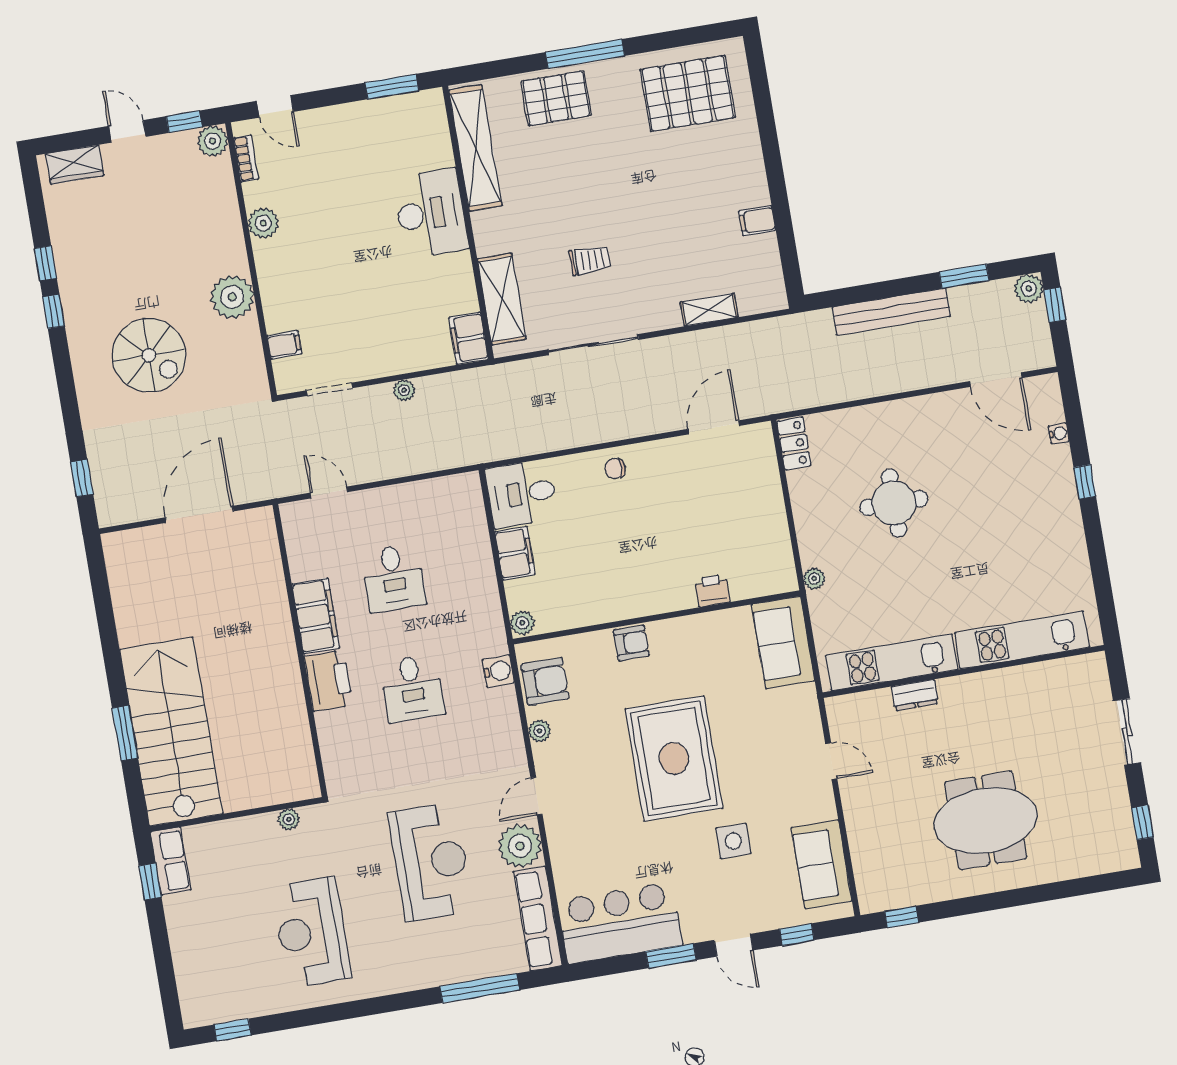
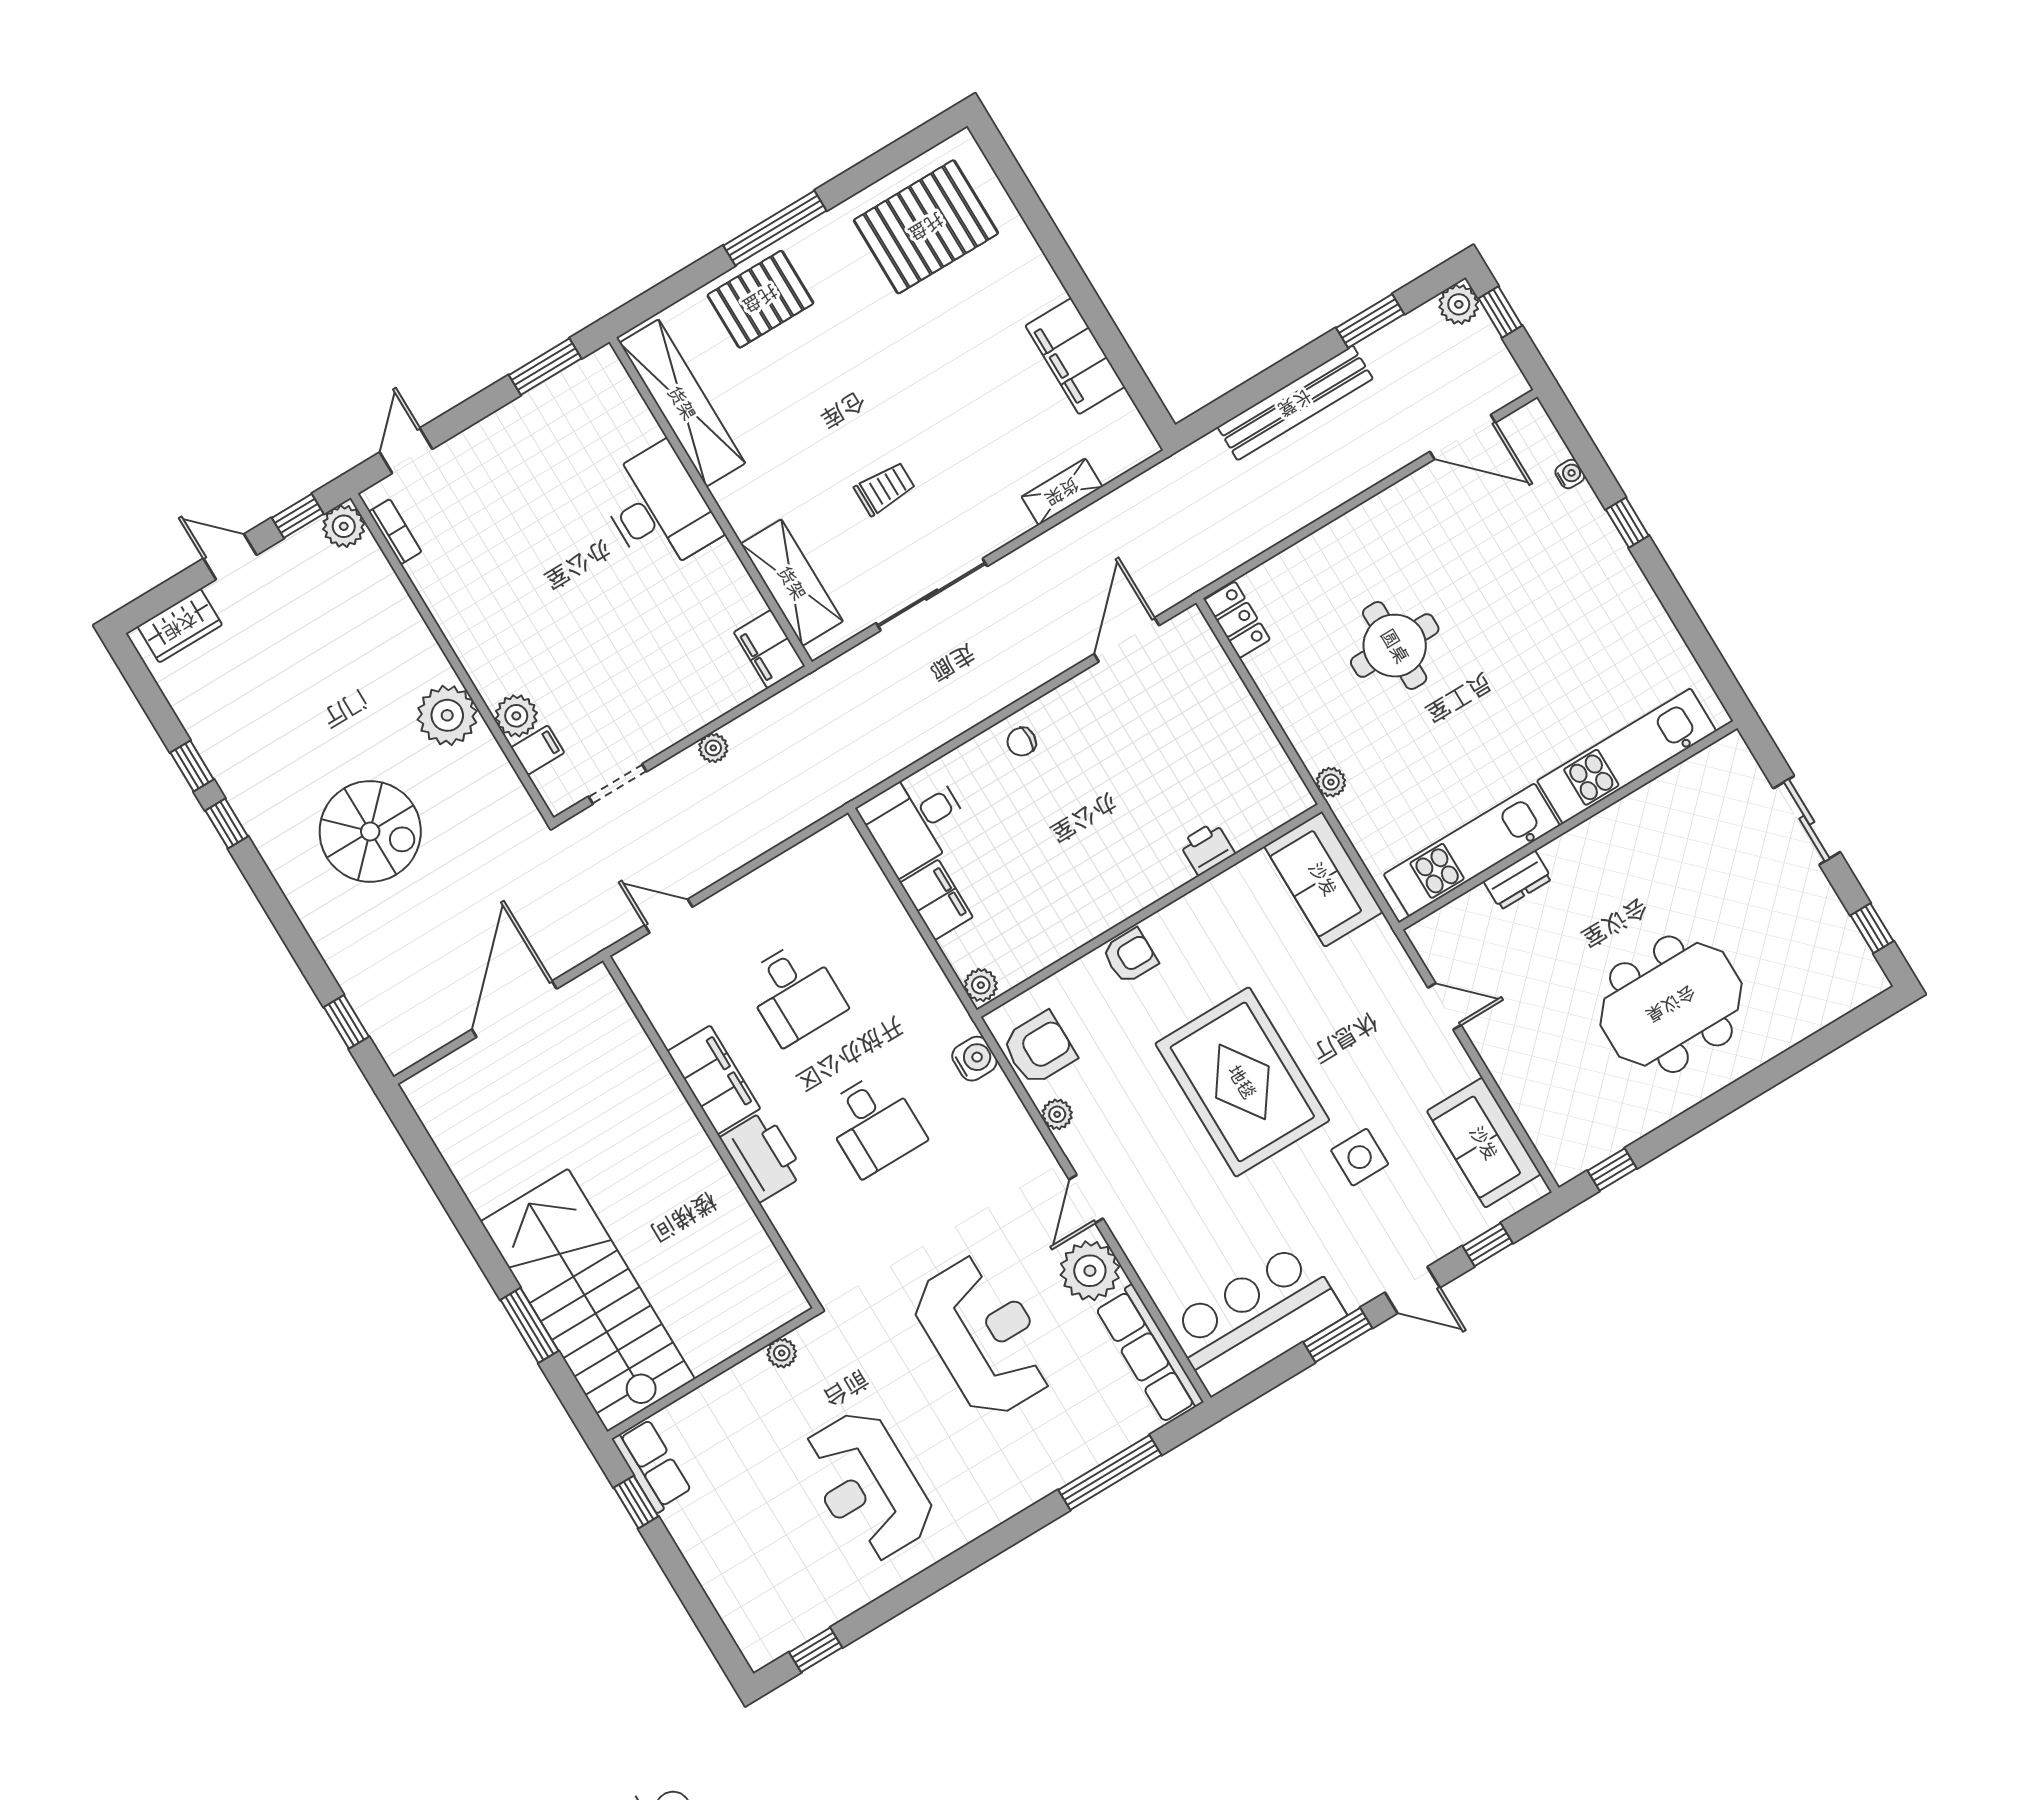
door: (275, 106) -> (406, 451), swing flipped
filing cabinet: (757, 221) -> (1075, 356), width x3.00, depth x1.17
plant: (263, 223) -> (516, 716), moved

